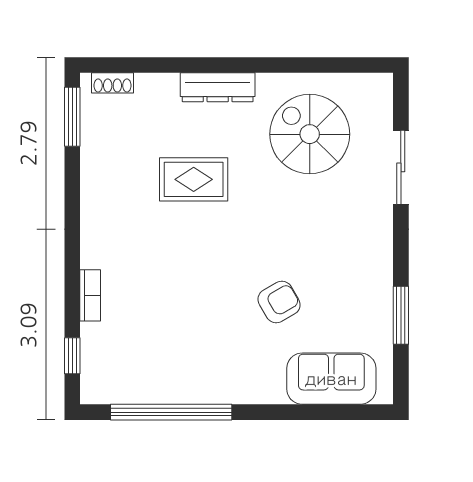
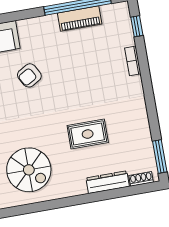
dresser: (218, 87) -> (108, 182), moved
piano: (172, 388) -> (80, 19), added

